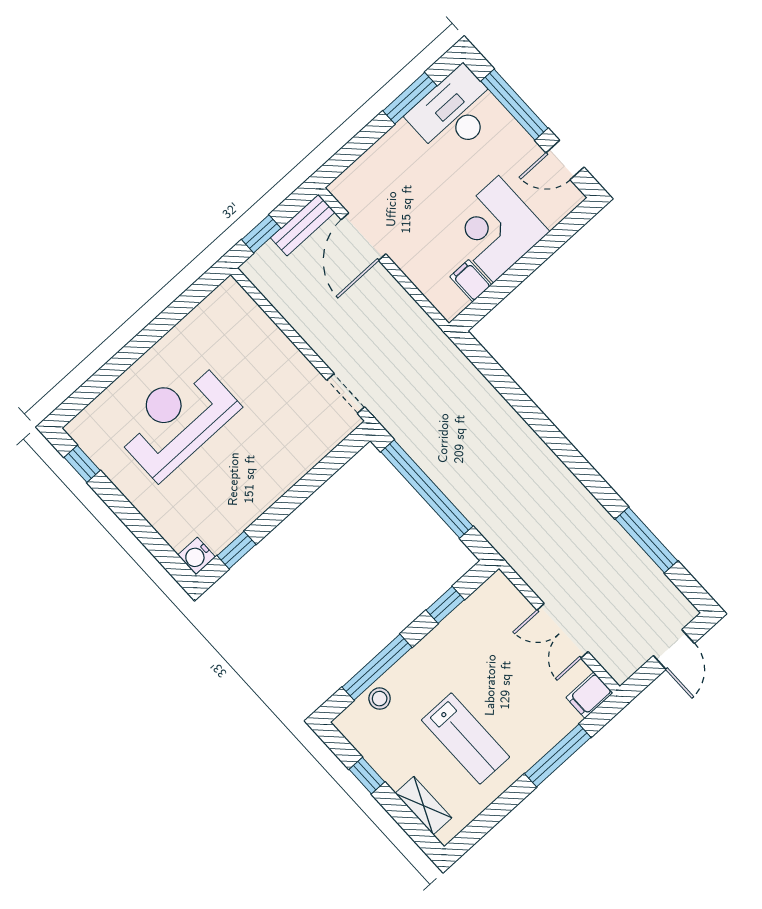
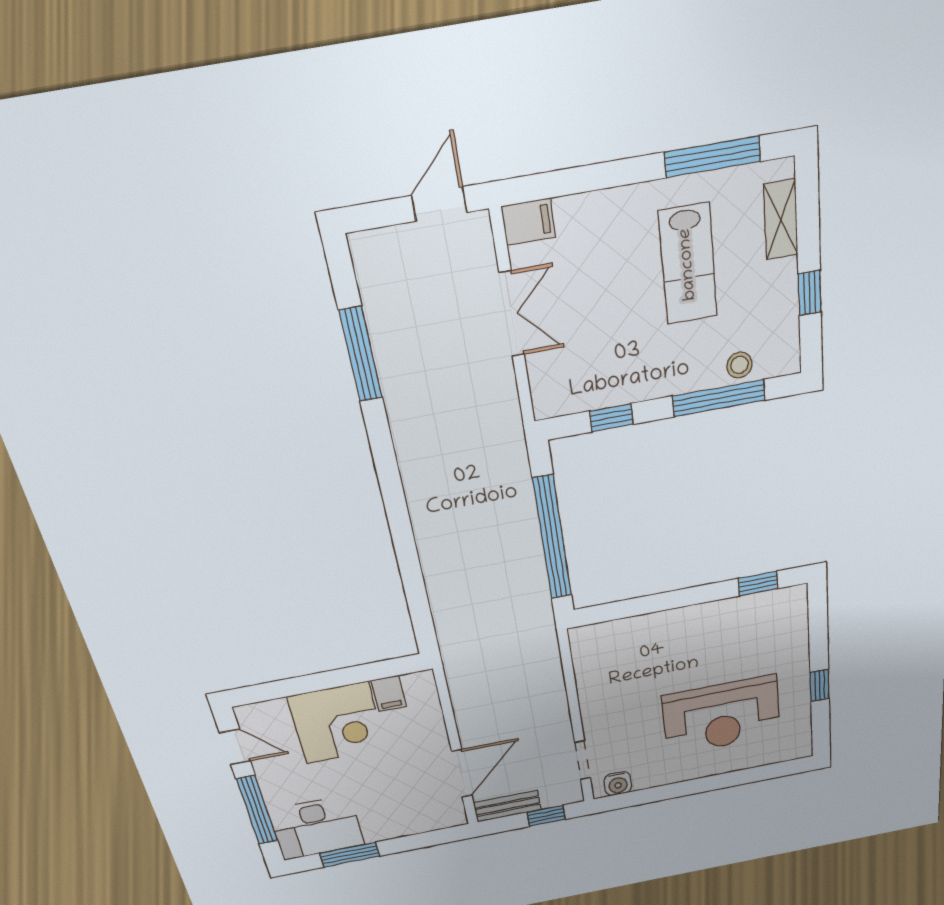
doorway: (346, 393) -> (583, 760), moved
window: (82, 464) -> (820, 685), moved
water cooler: (196, 556) -> (618, 784), moved, turned 90
door: (674, 650) -> (439, 204), moved
lab bench: (466, 738) -> (688, 264), turned 180
window: (558, 756) -> (713, 157), moved

